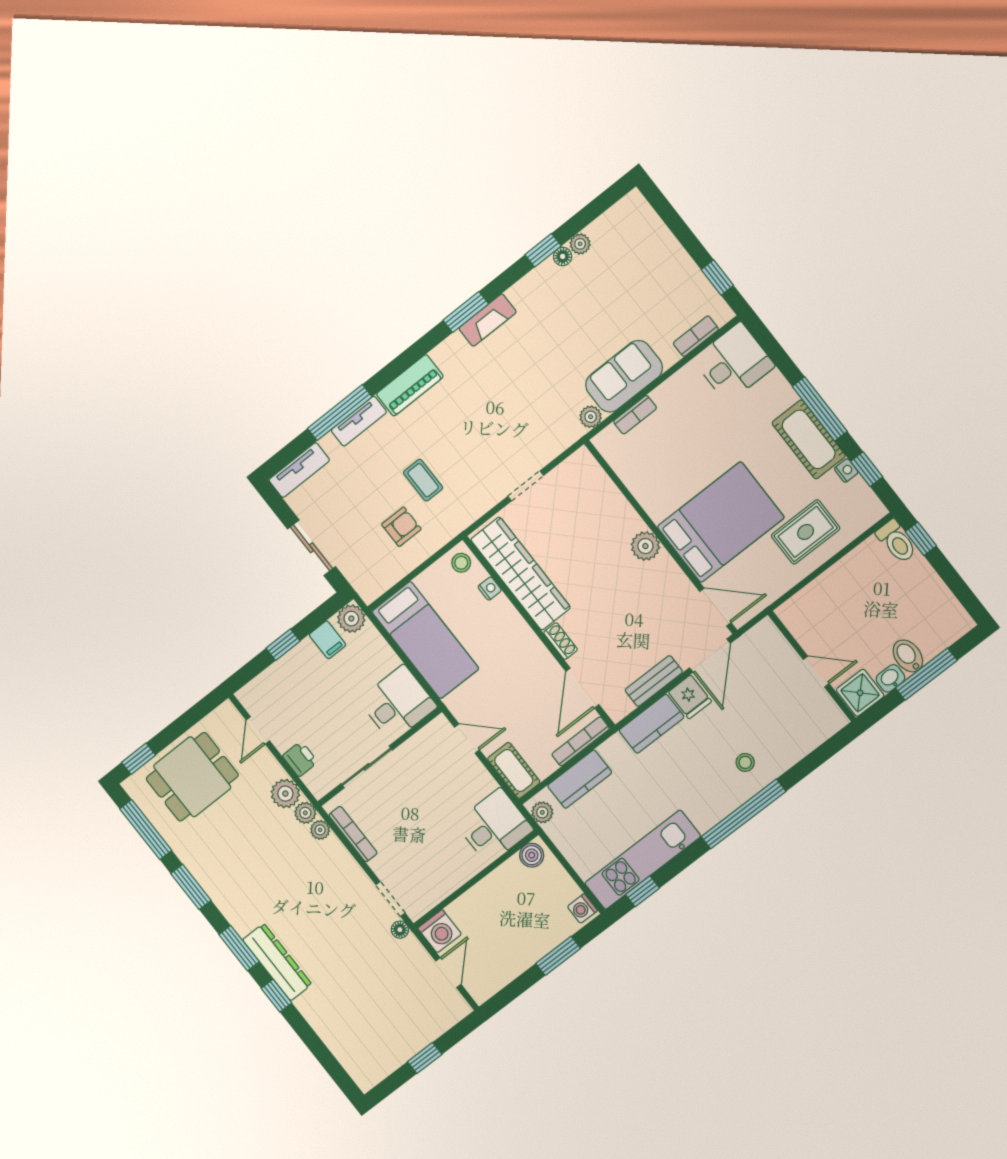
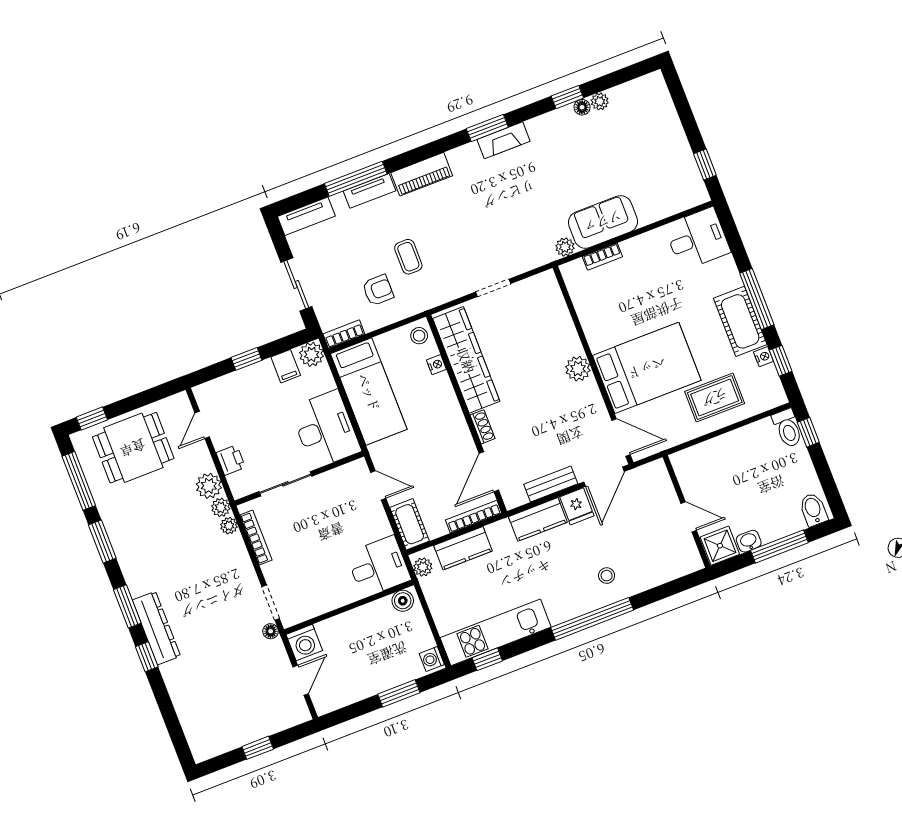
bookcase: (696, 336) -> (344, 334), moved
bidet: (908, 656) -> (813, 509), moved
desk: (398, 703) -> (325, 429), width x1.37

